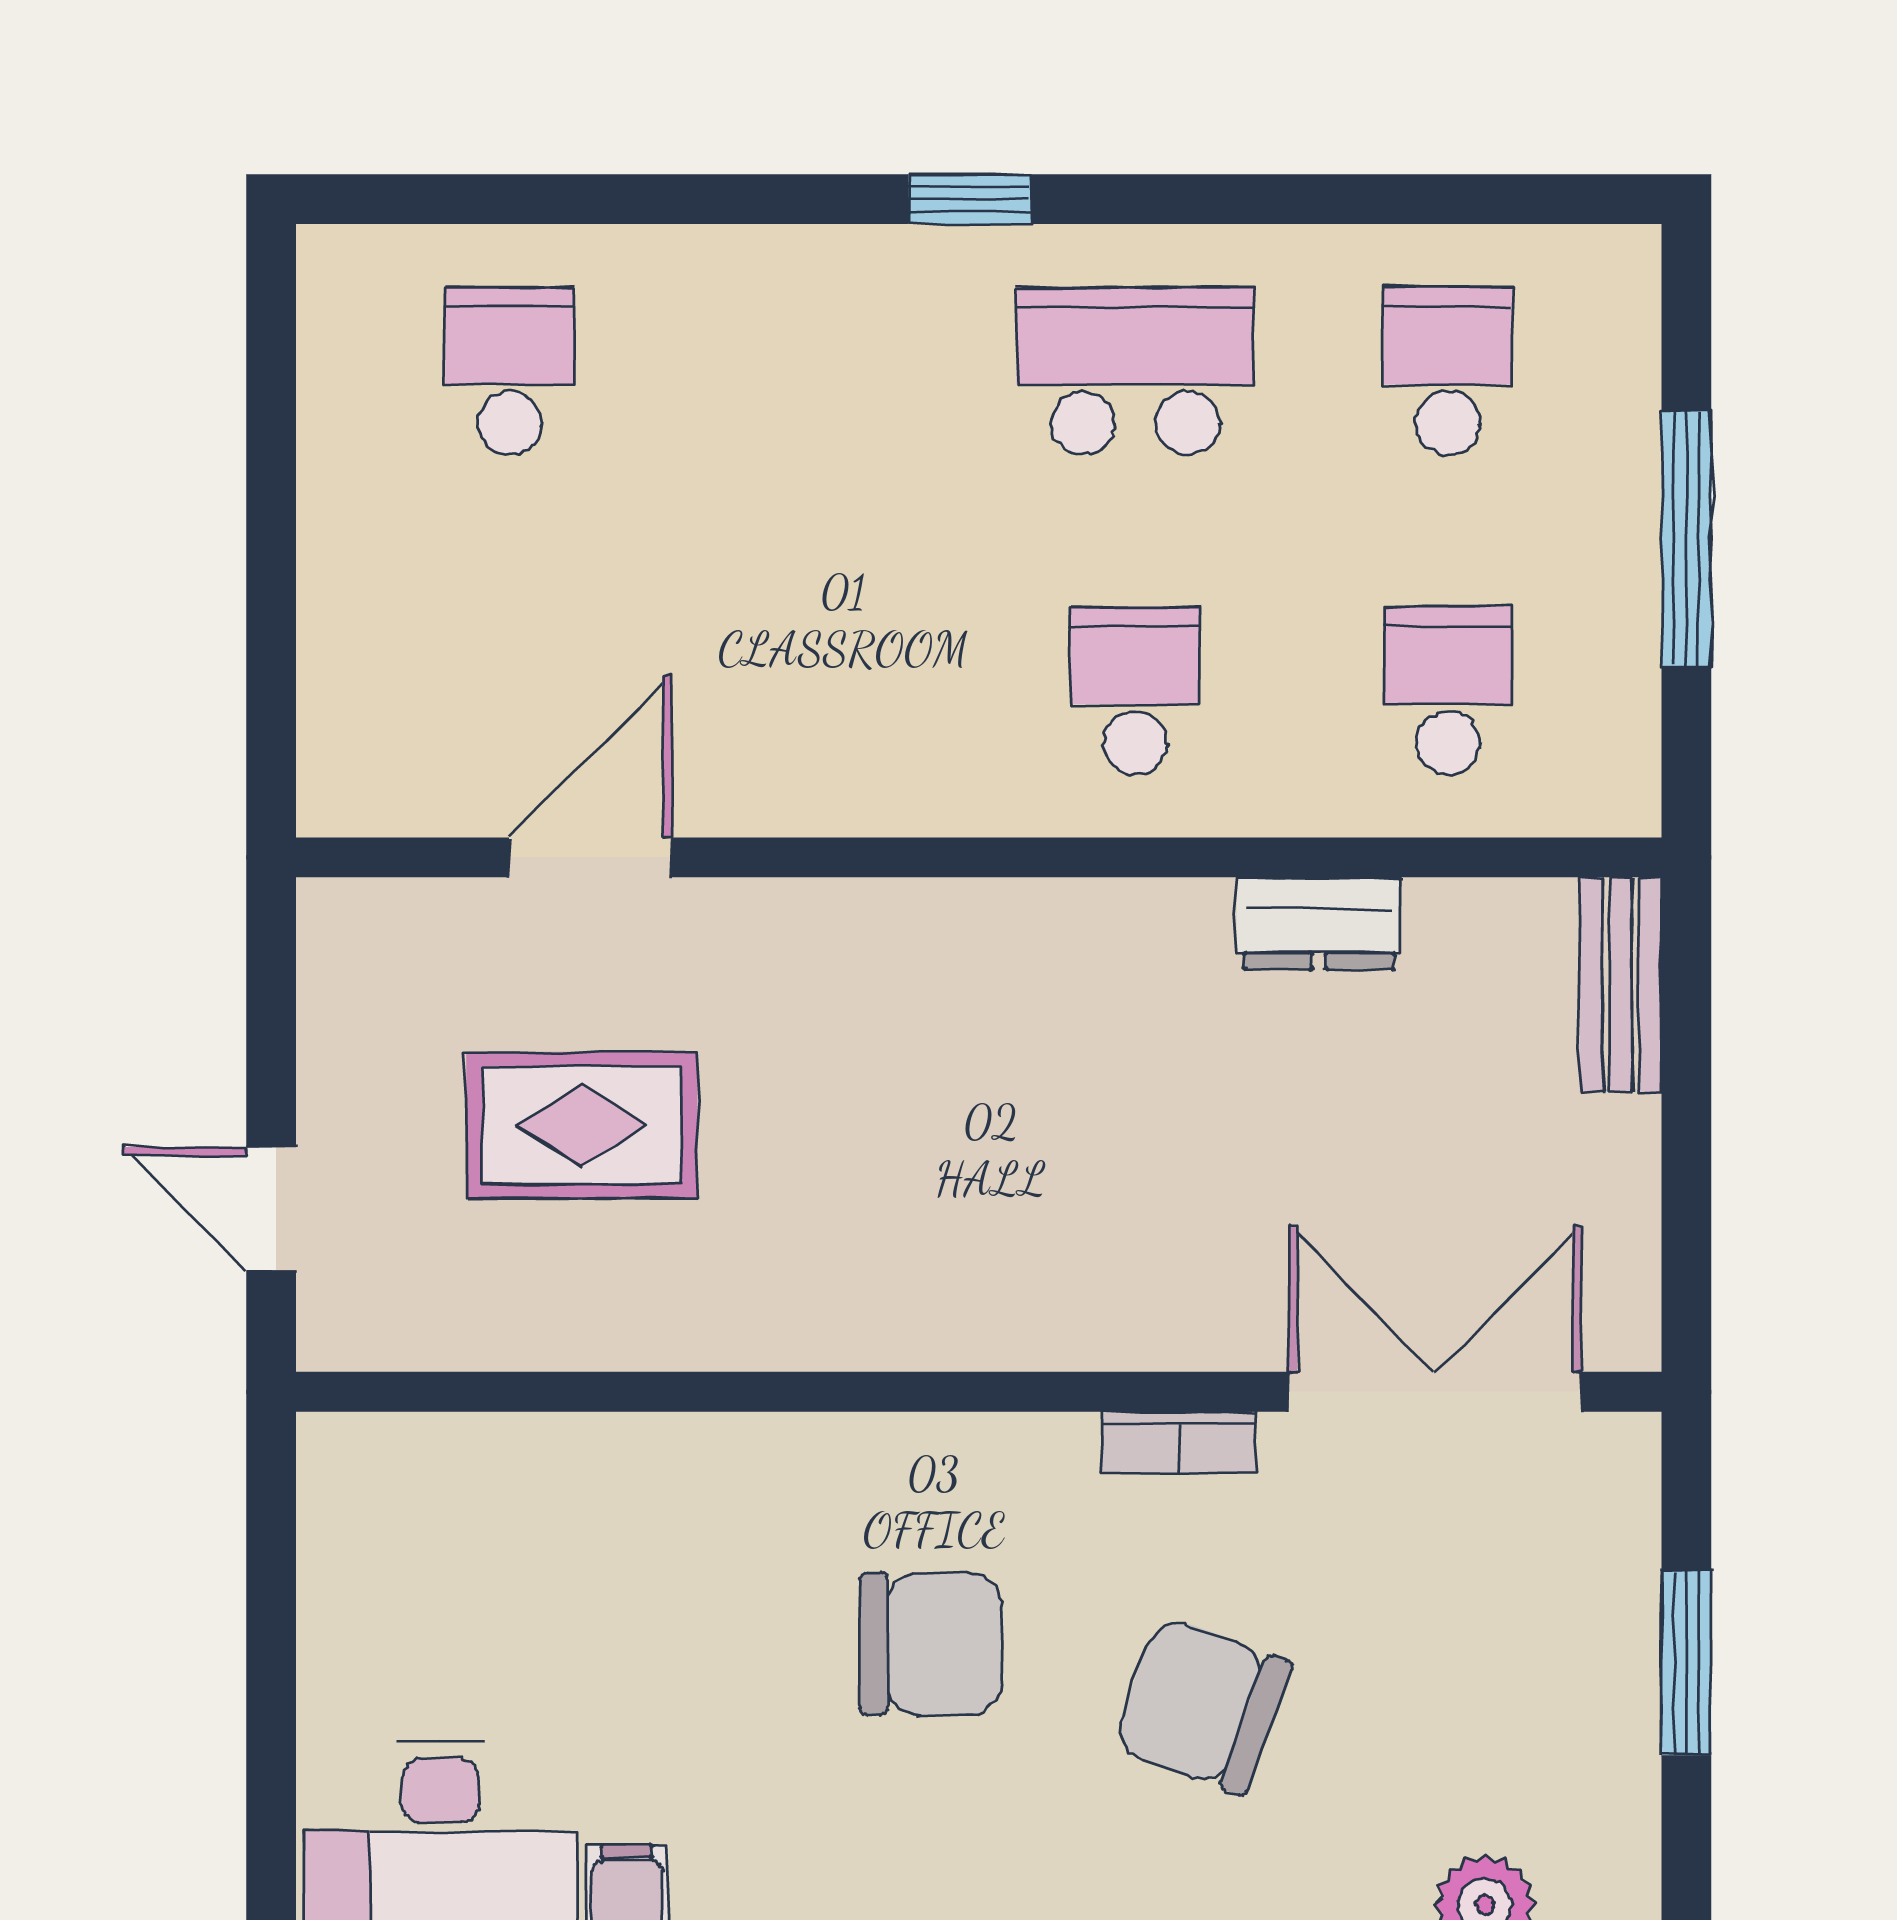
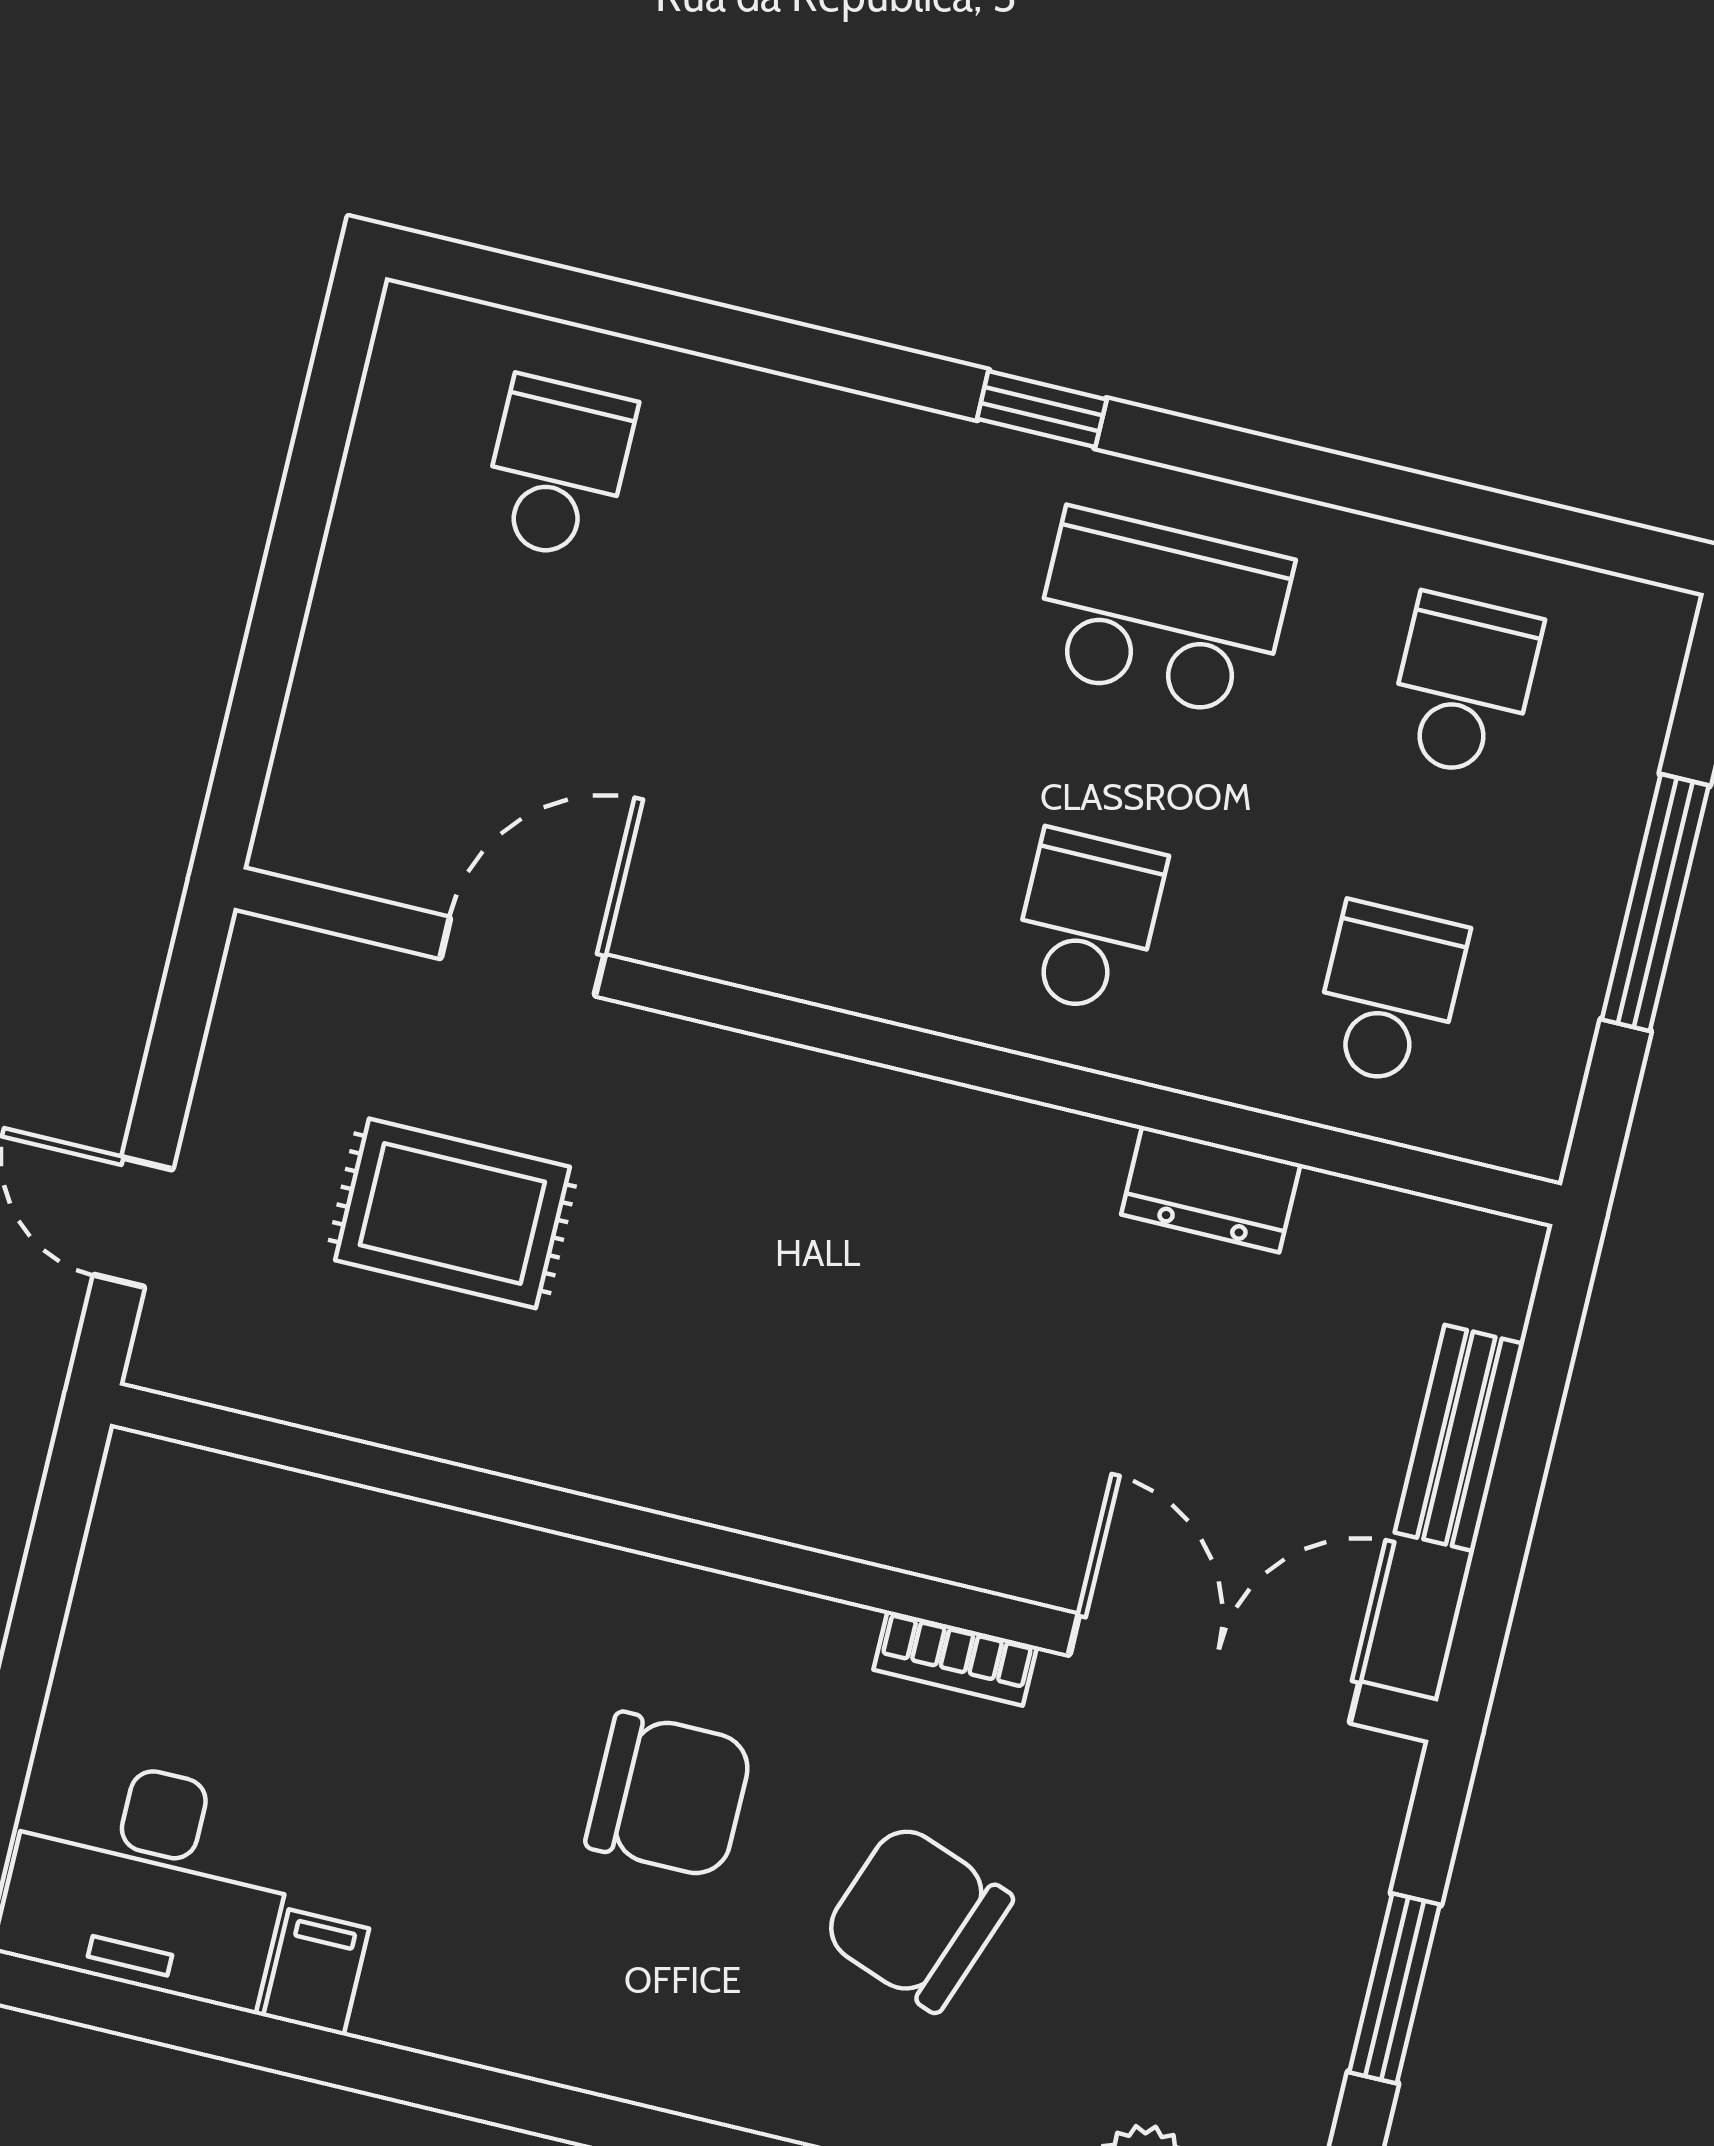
bench: (1621, 985) -> (1459, 1438), moved

